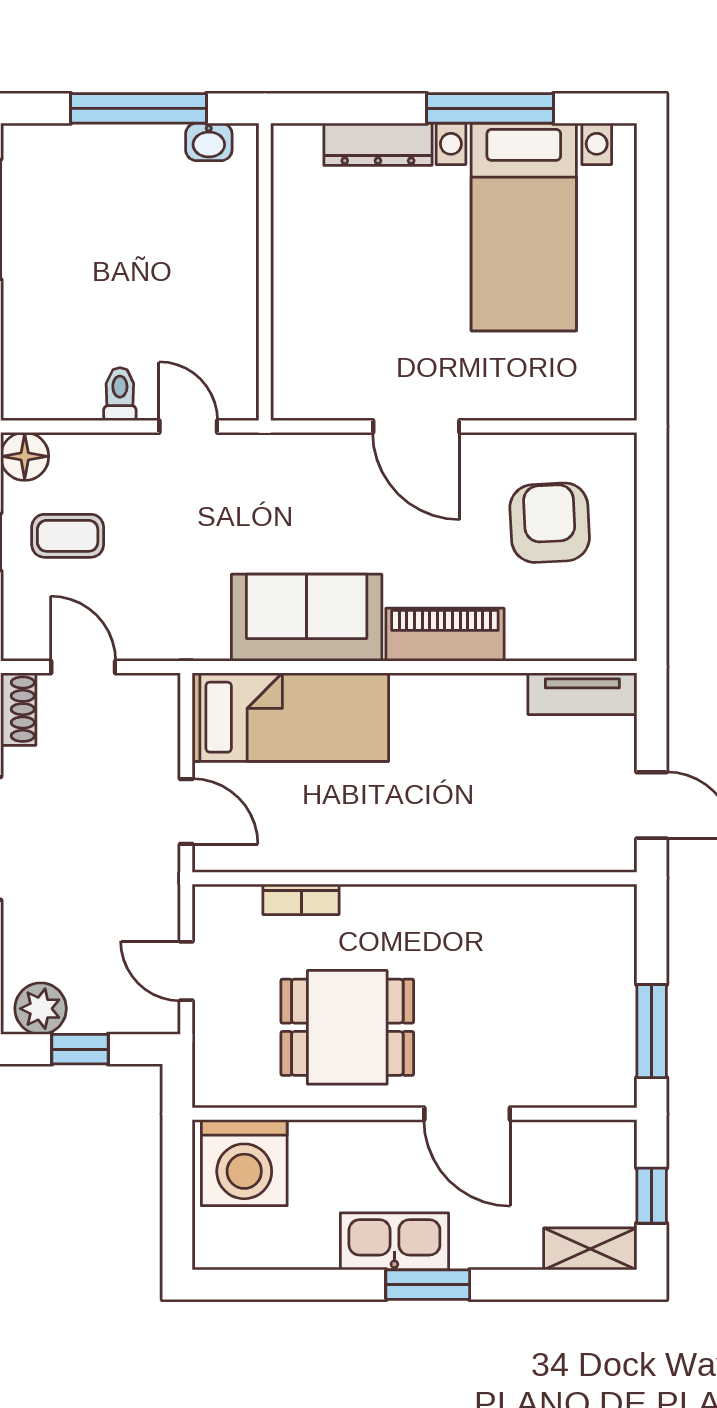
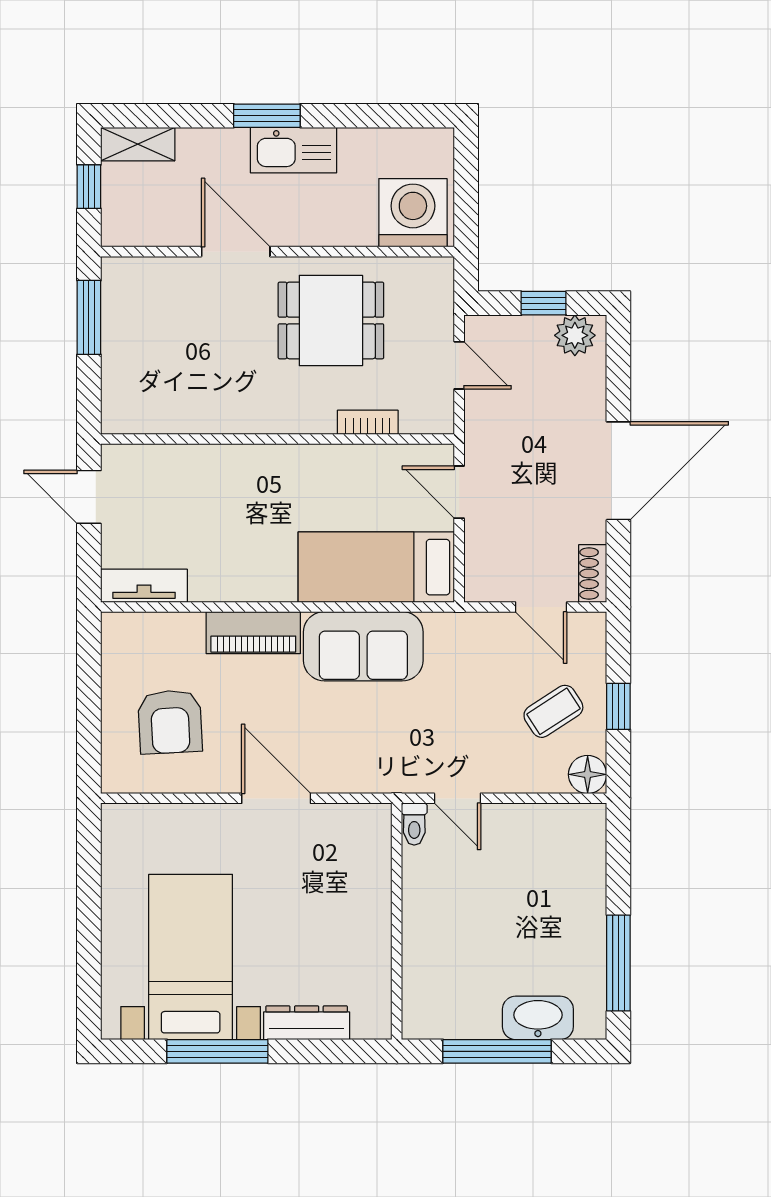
washbasin: (209, 142) -> (538, 1018), moved, width x1.91, depth x1.45
toilet: (120, 394) -> (414, 824), moved
coffee table: (68, 536) -> (553, 711), turned -33

